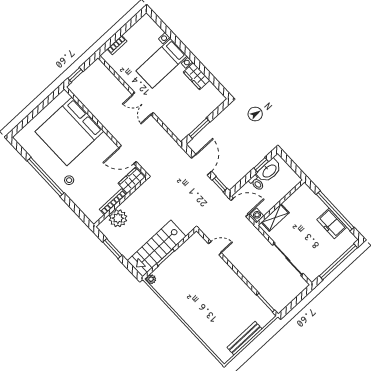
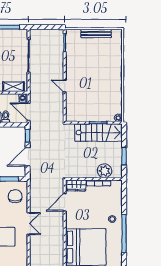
chair: (179, 117) -> (15, 196), added
door: (128, 155) -> (65, 202), swing flipped
door: (215, 248) -> (65, 86), moved

